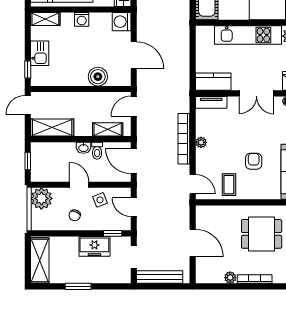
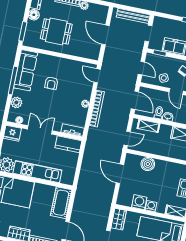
washing machine: (122, 22) -> (139, 202), moved, turned -90
coffee table: (229, 185) -> (72, 70), removed

